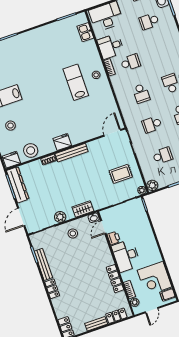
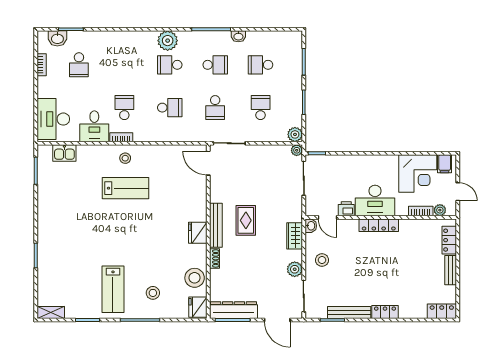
lab bench: (76, 82) -> (126, 188), turned 180
rug: (121, 174) -> (246, 220), moved
locker: (115, 279) -> (379, 225), moved

